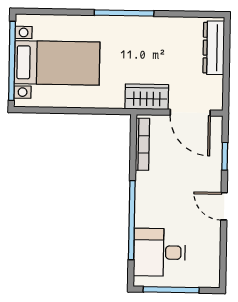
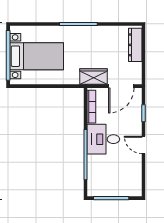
door: (190, 113) -> (121, 86), hinge flipped
desk: (159, 252) -> (103, 139), moved

